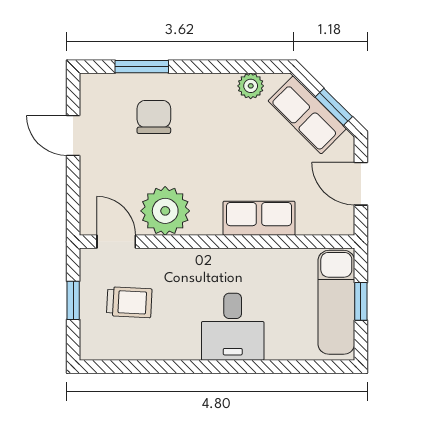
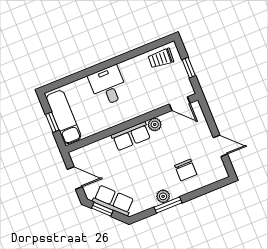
window: (142, 67) -> (168, 205), moved
plant: (251, 86) -> (163, 196), moved
plant: (165, 211) -> (155, 124), width x0.53, depth x0.53
row of seats: (259, 218) -> (131, 136), moved
trolley: (129, 302) -> (161, 58), moved

